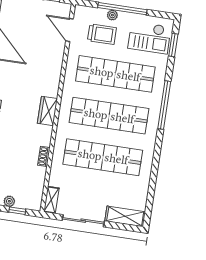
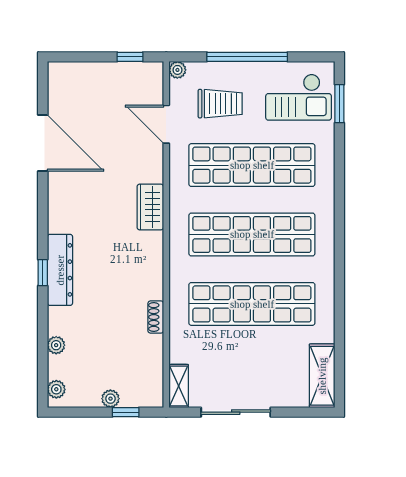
plant: (112, 15) -> (177, 70), moved
door: (69, 30) -> (166, 124), moved
window: (164, 105) -> (339, 204), removed
wardrobe: (47, 111) -> (150, 207), moved
shelving: (125, 216) -> (322, 376), moved, turned 90

